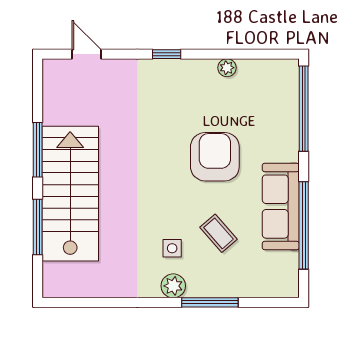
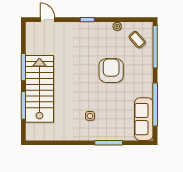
sofa: (281, 207) -> (144, 119), moved
coffee table: (219, 233) -> (137, 40), moved
plant: (173, 286) -> (91, 135), removed

